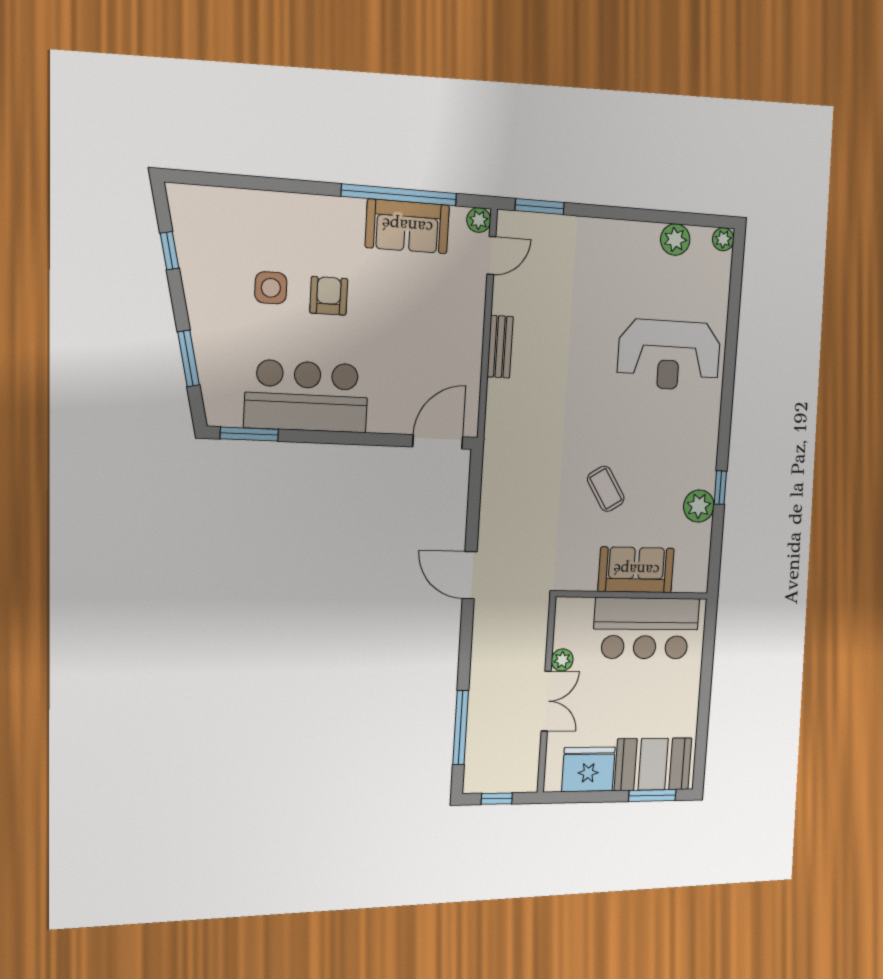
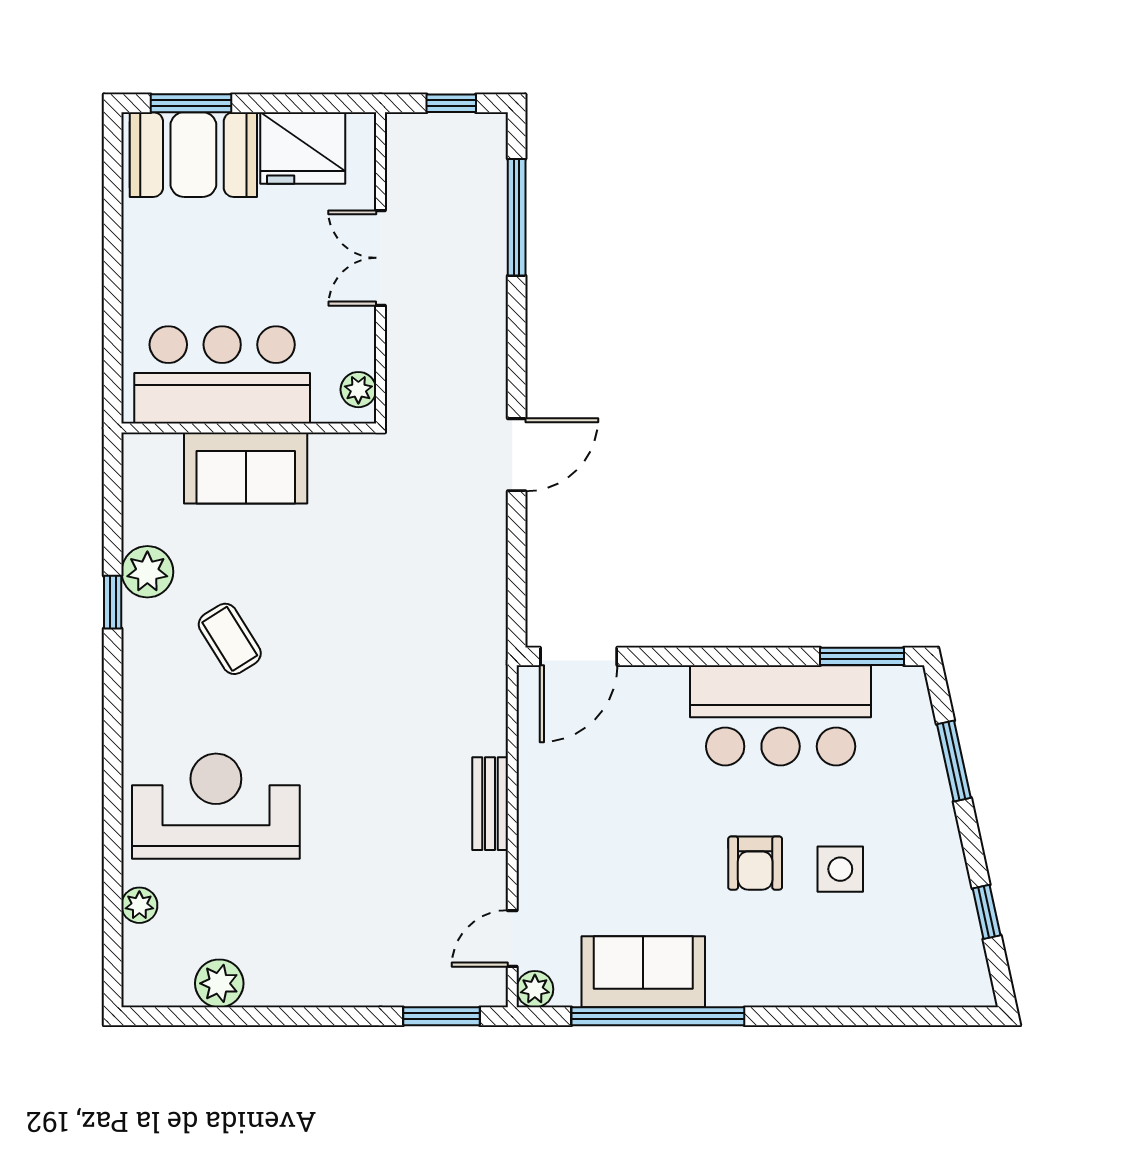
plant: (723, 239) -> (139, 905), moved
coffee table: (606, 489) -> (230, 639), moved
door: (470, 575) -> (517, 455), hinge flipped
plant: (562, 660) -> (358, 390), moved

